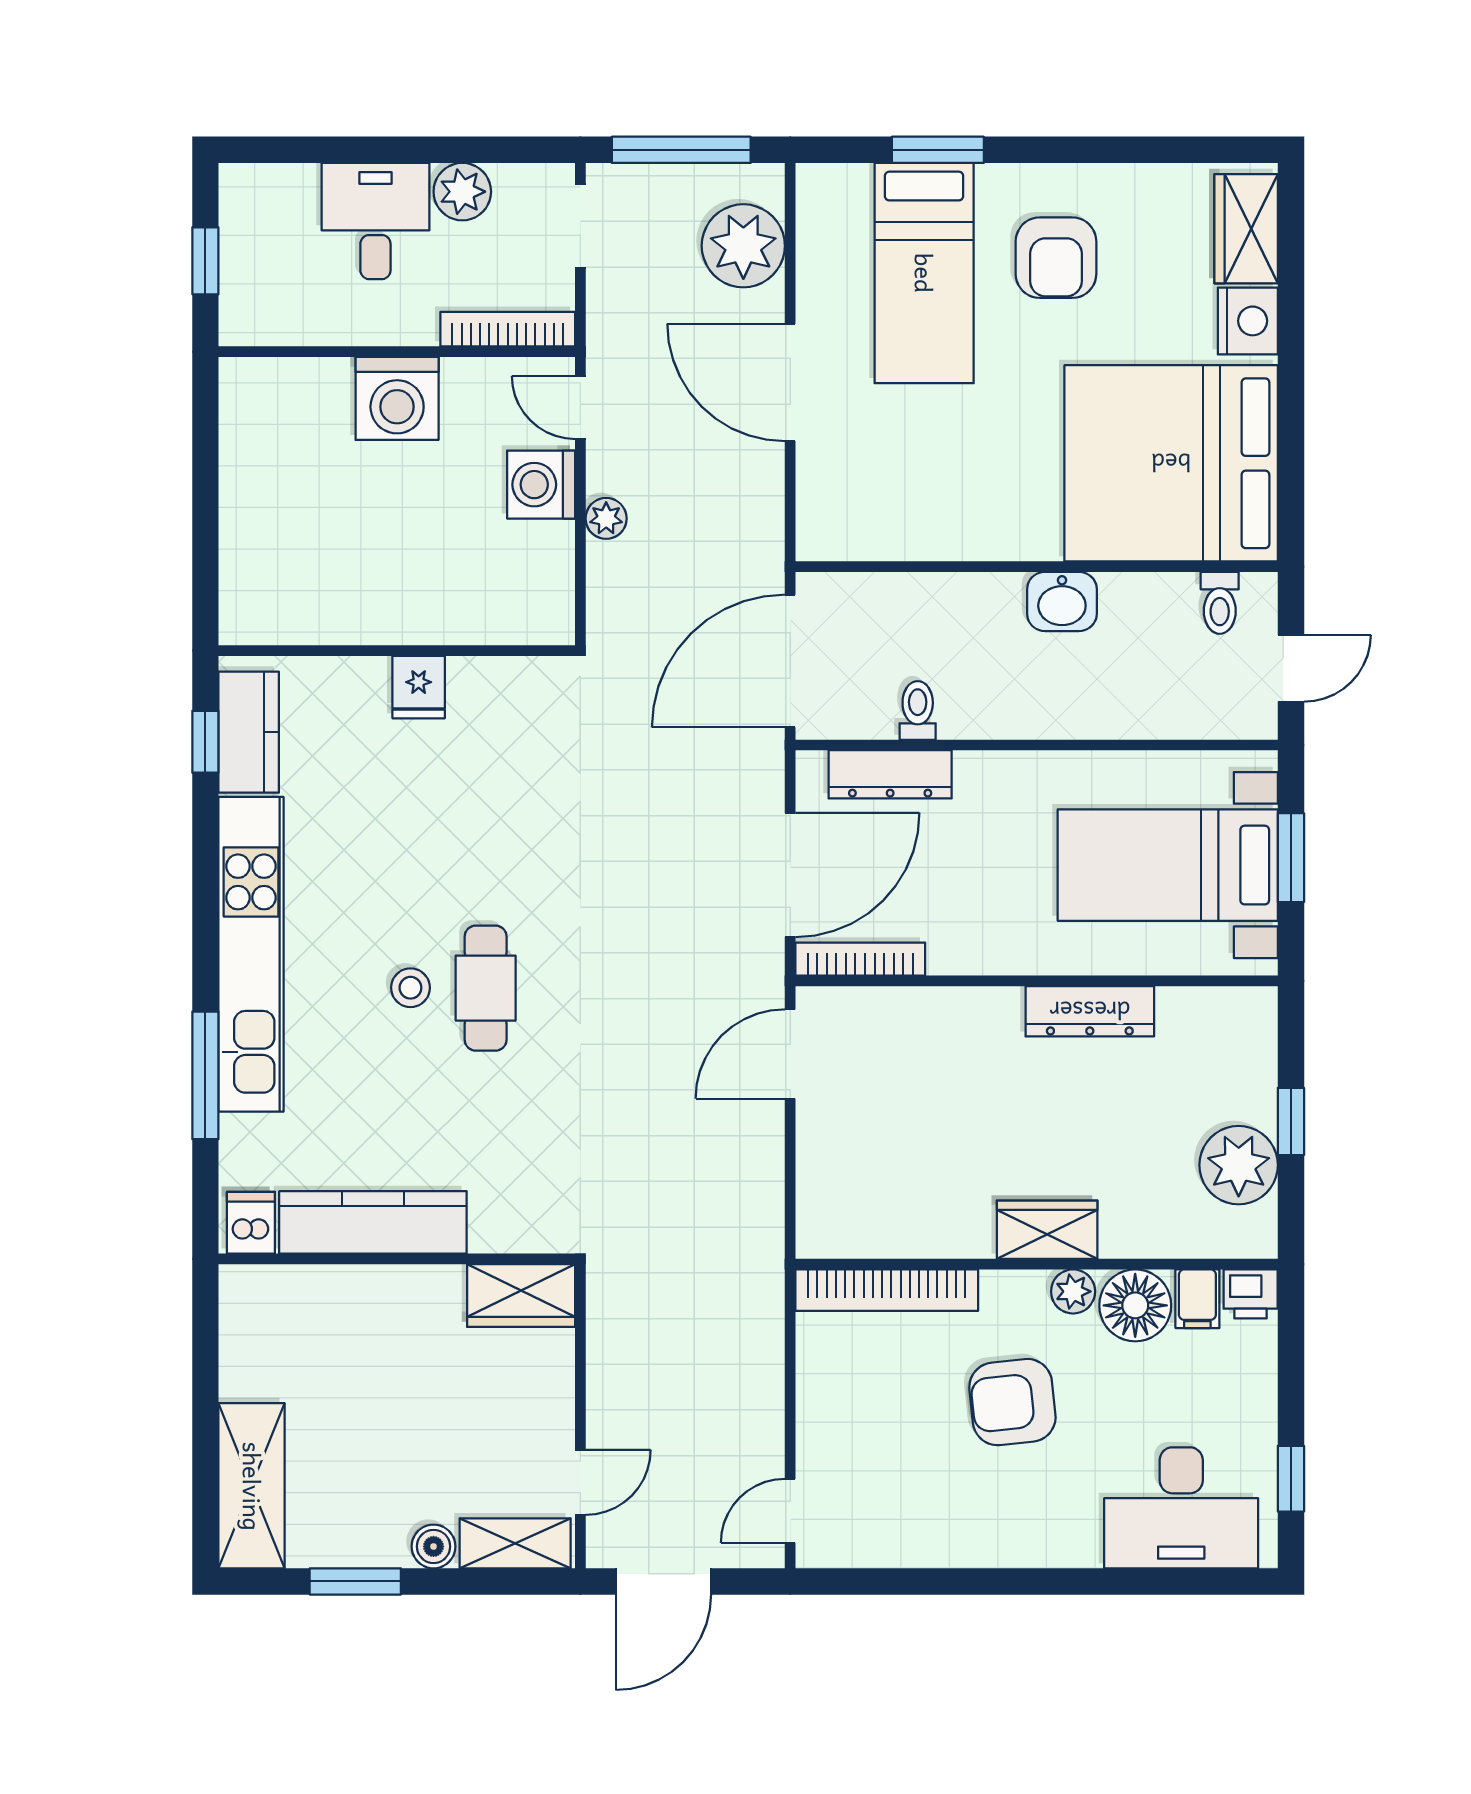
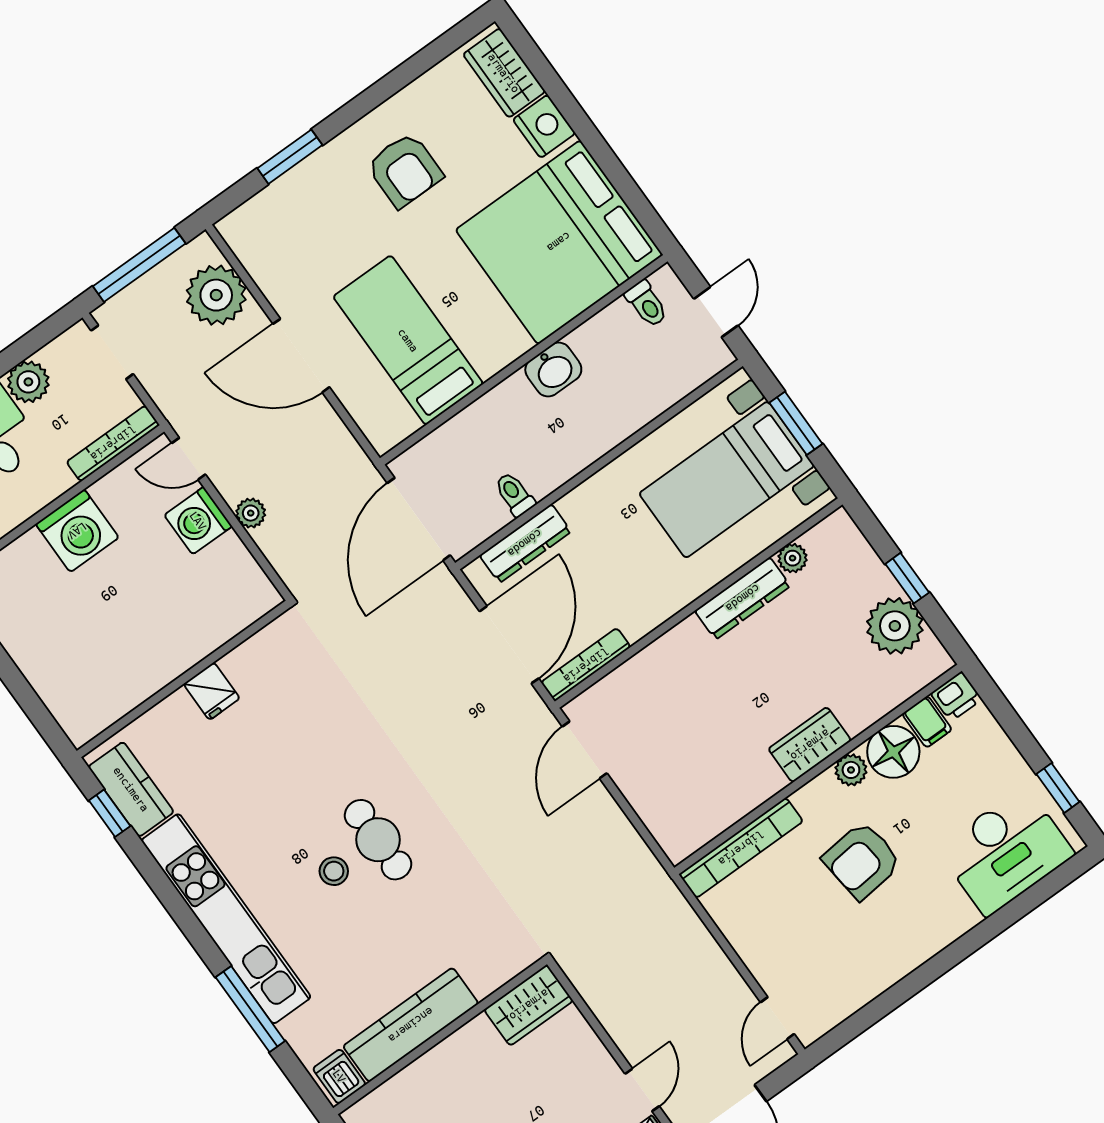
bed: (924, 273) -> (408, 340), moved, turned 180
plant: (1178, 1006) -> (793, 558), added

